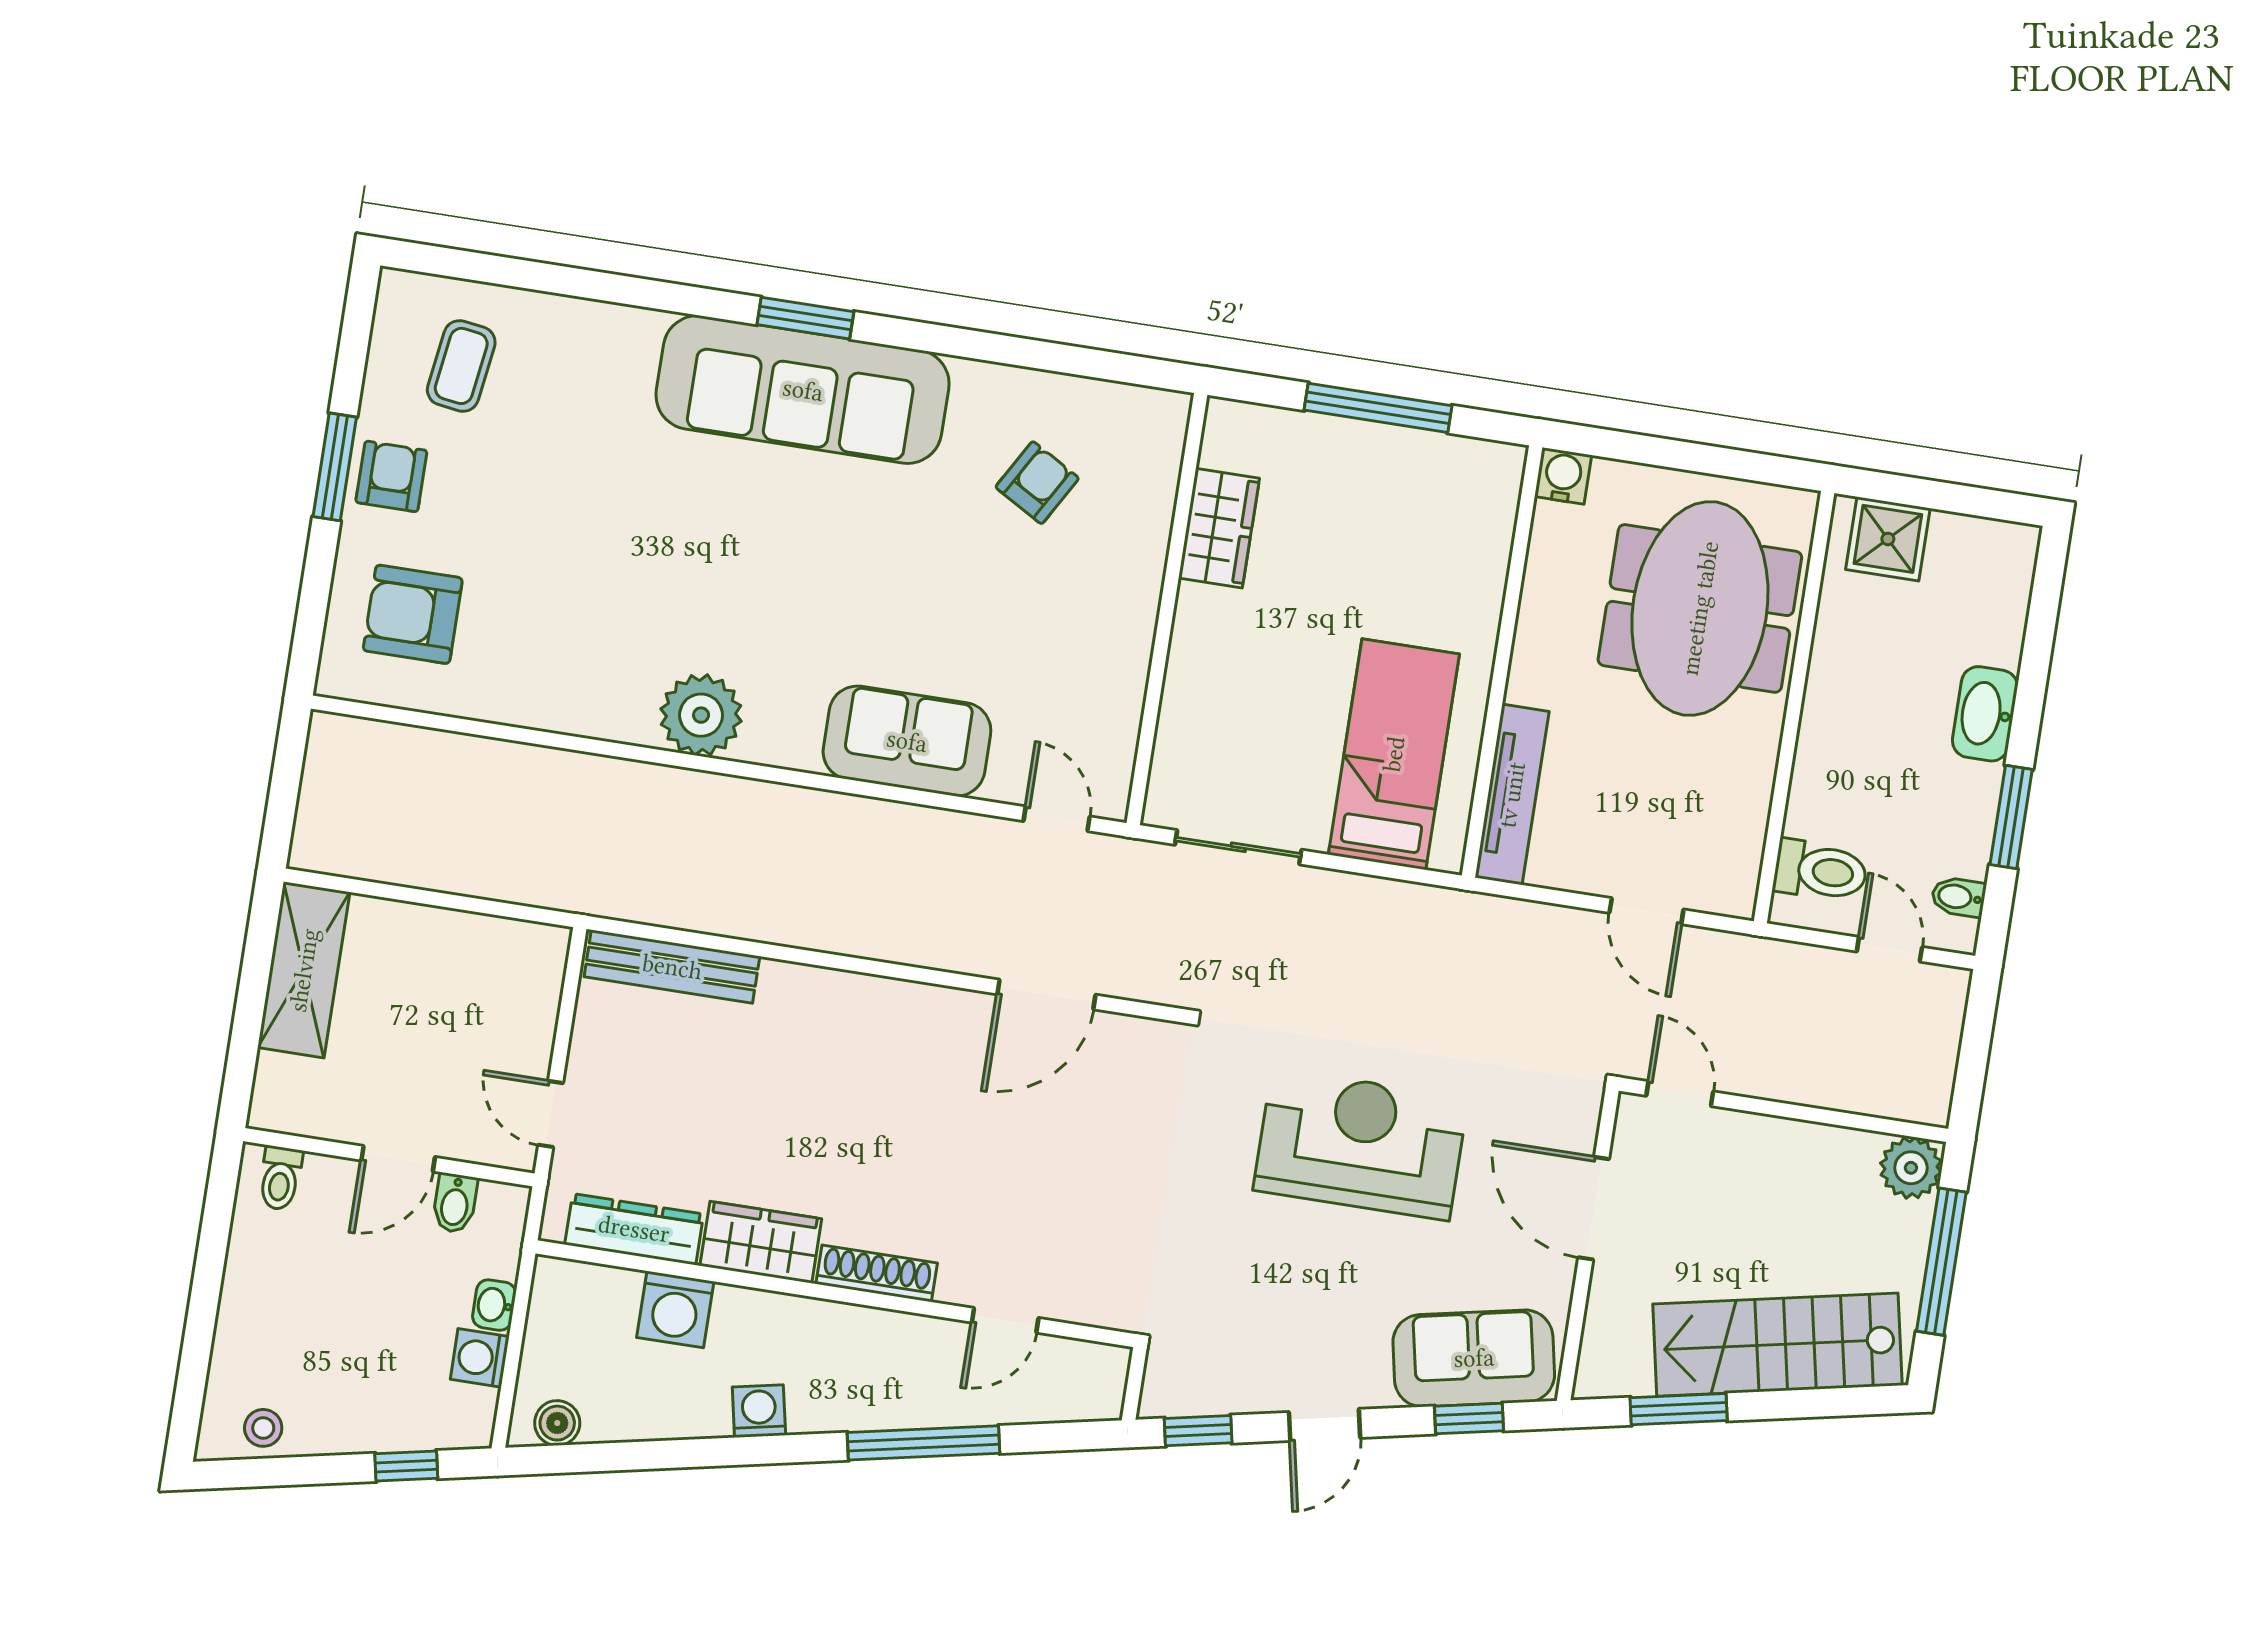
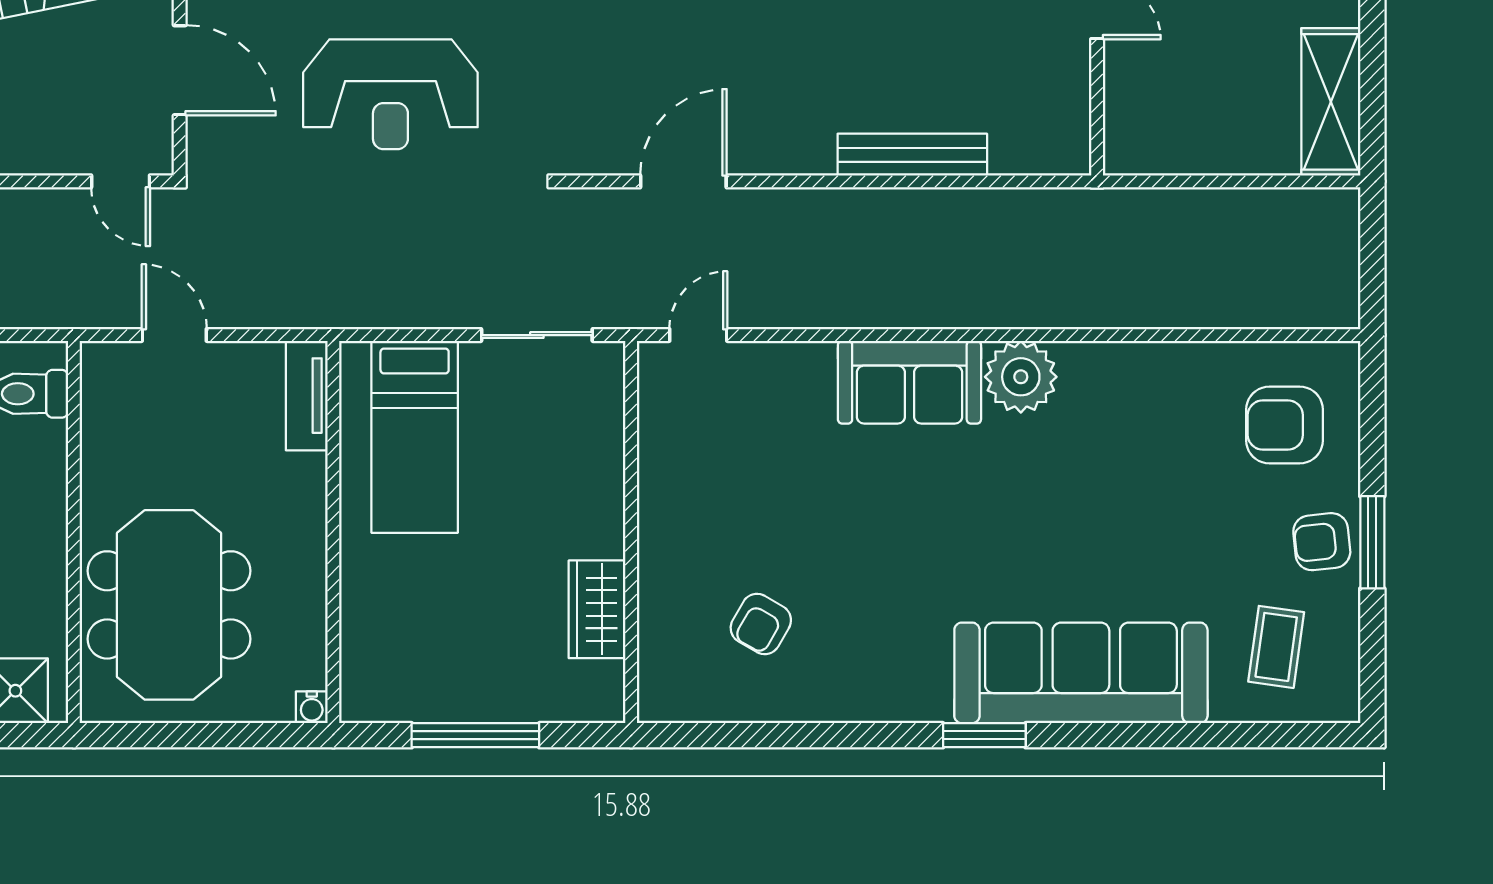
sofa: (803, 390) -> (1081, 673), moved
armchair: (391, 476) -> (1322, 542), turned 84
water cooler: (1563, 476) -> (312, 707), width x0.72, depth x0.72
armchair: (413, 614) -> (1285, 425), turned 180
sofa: (907, 741) -> (909, 382), moved
tv unit: (1512, 795) -> (307, 396), width x0.71
door: (1057, 819) -> (698, 335), swing flipped
bench: (672, 967) -> (912, 155), moved

